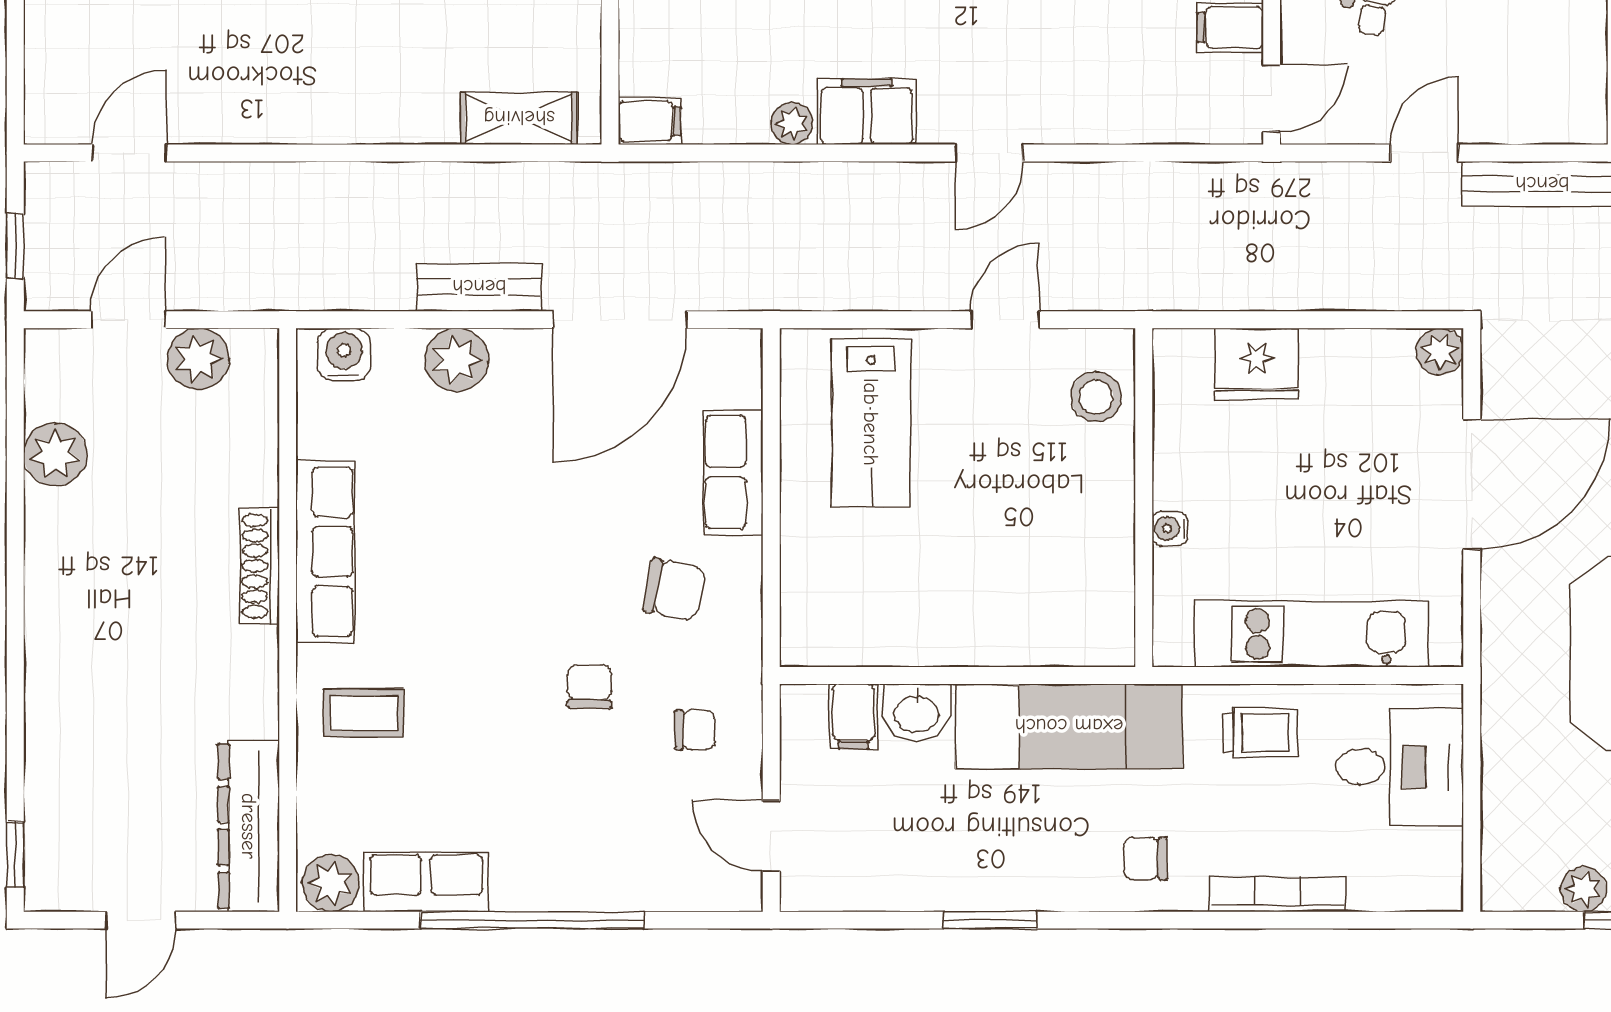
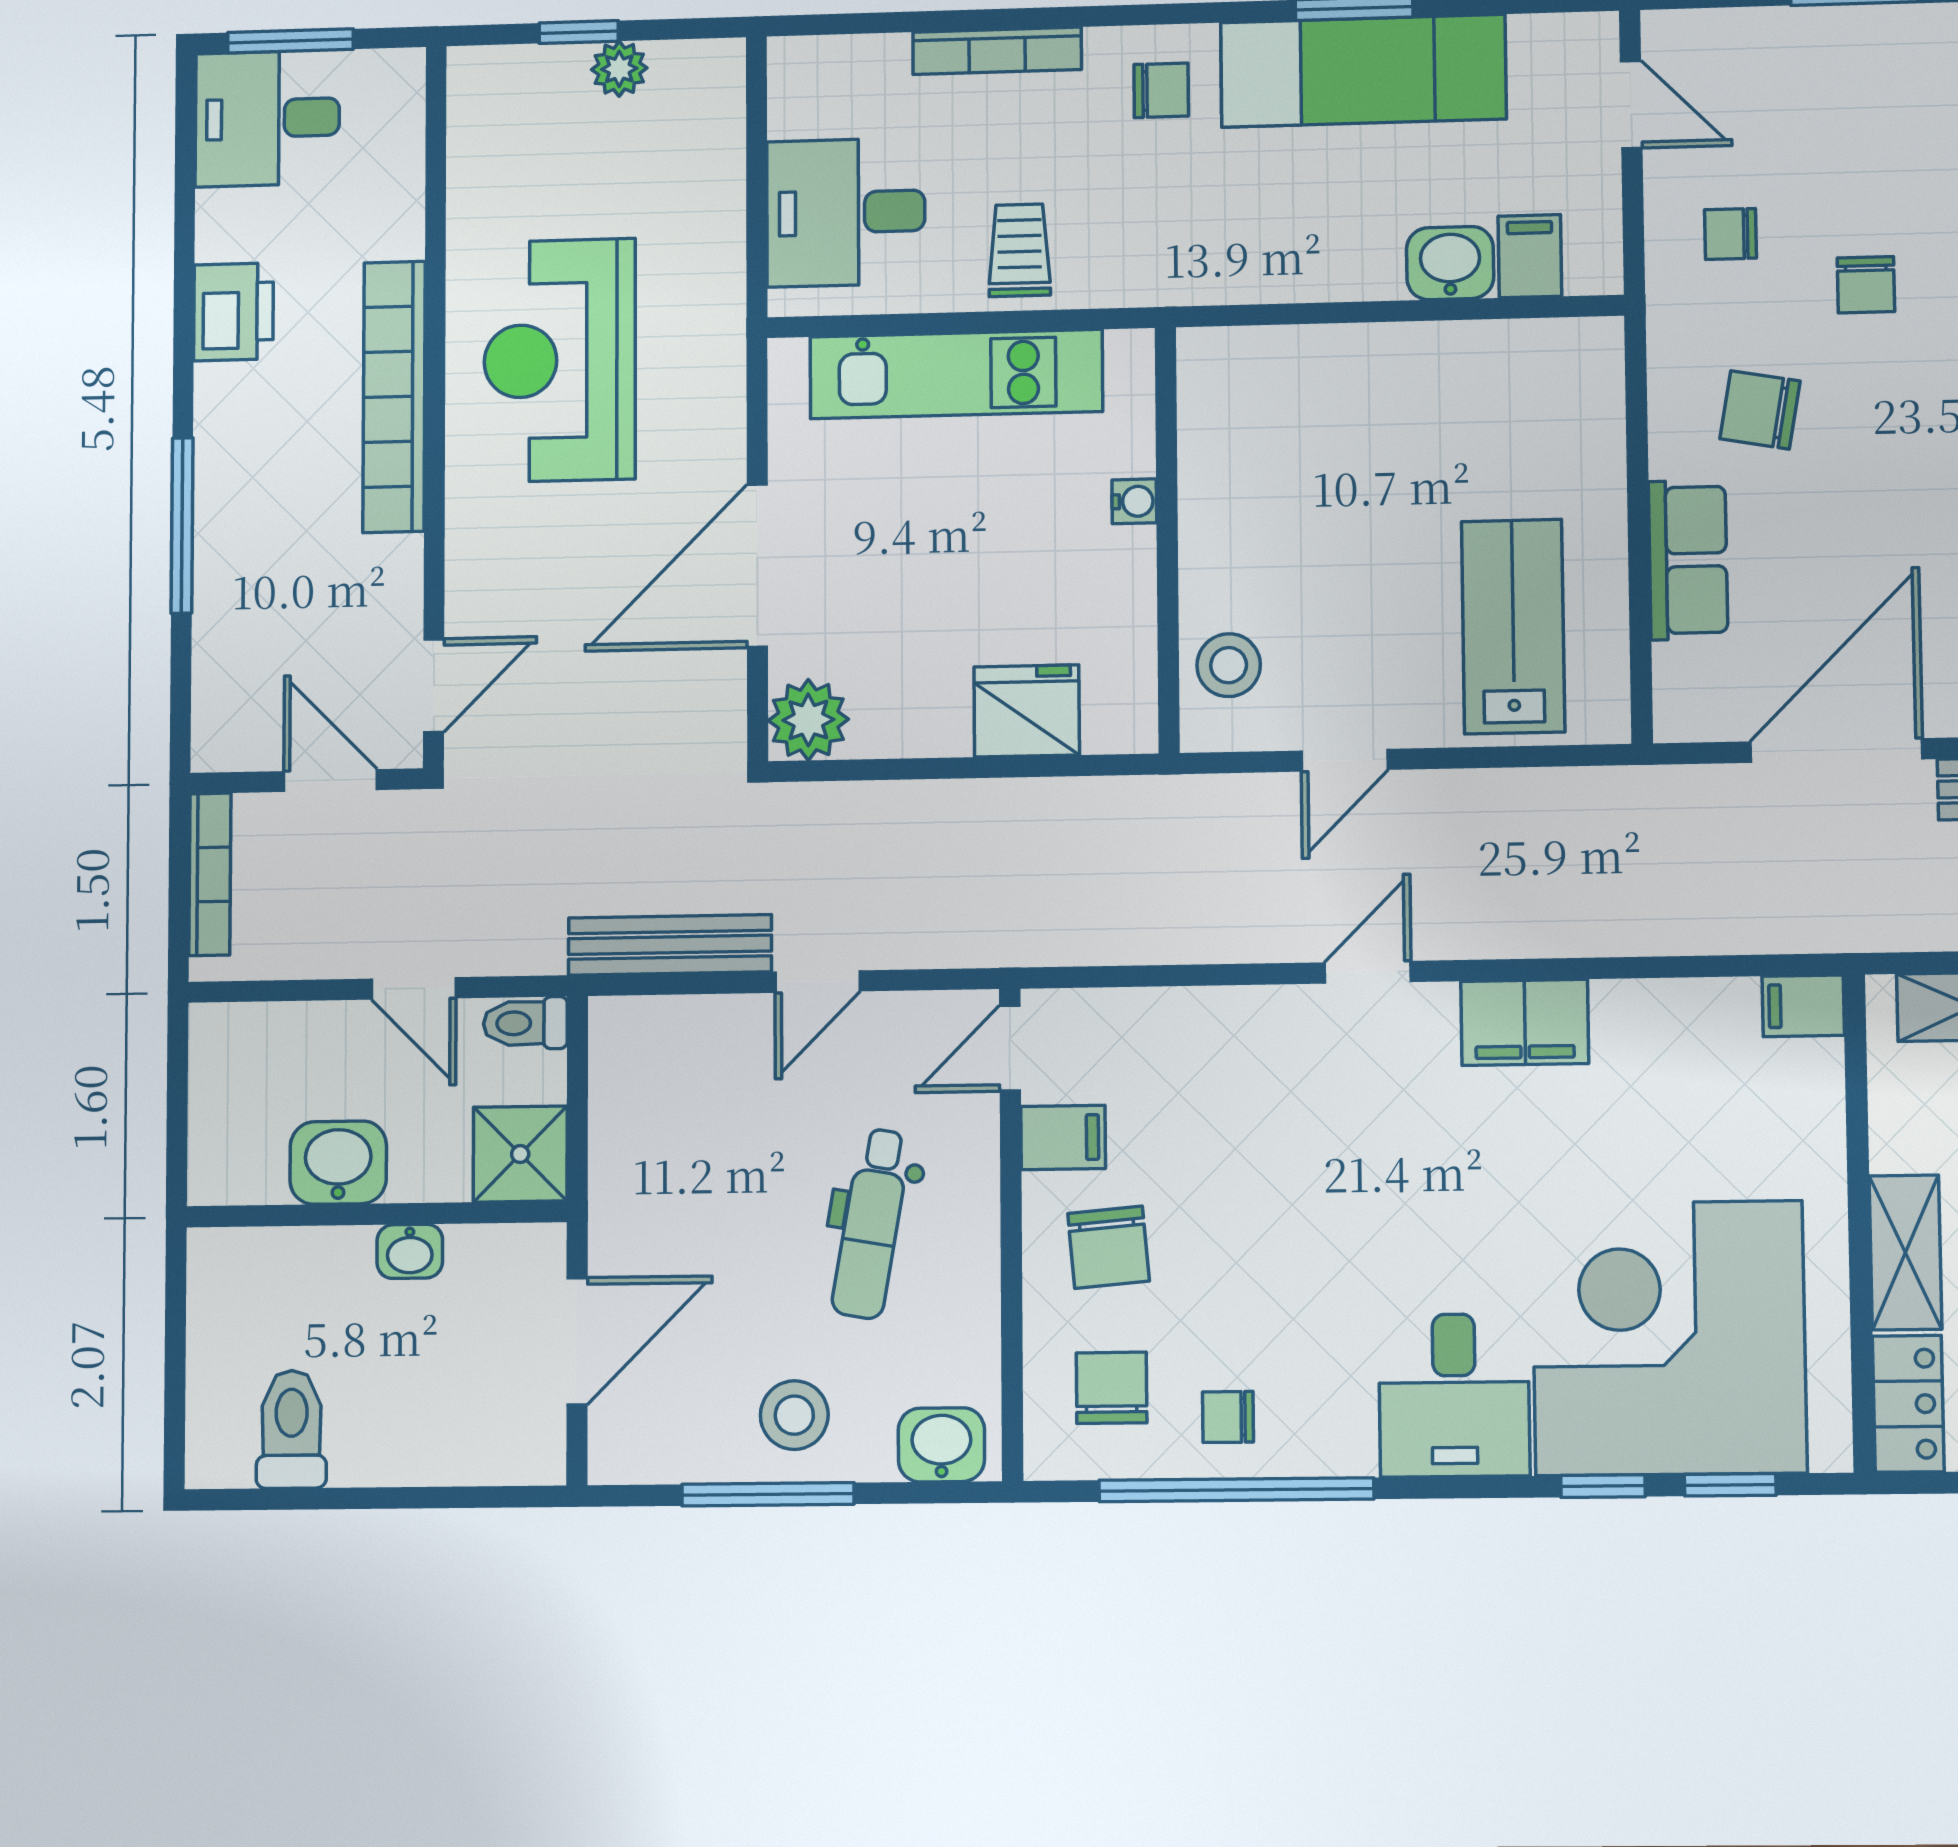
plant: (792, 124) -> (1620, 1006), removed
plant: (1440, 352) -> (808, 720), width x1.38, depth x1.38
exam couch: (1069, 726) -> (1363, 71), moved, turned 180
trolley: (1260, 733) -> (1020, 250), turned 90

